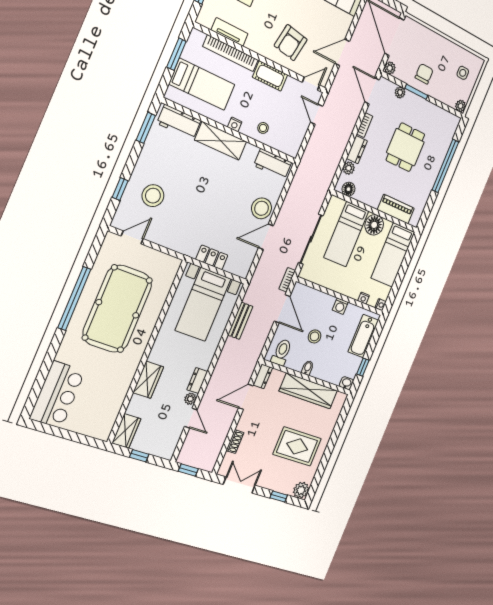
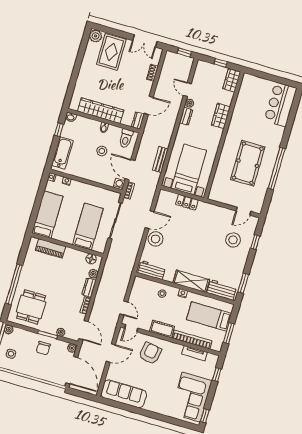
dining table: (405, 147) -> (31, 307), moved
floor lamp: (374, 225) -> (66, 235), removed
washing machine: (340, 306) -> (119, 184), moved
pool table: (117, 309) -> (248, 163), width x0.73, depth x0.76
rug: (297, 446) -> (111, 52), moved, turned 90
window: (279, 497) -> (113, 32), removed

